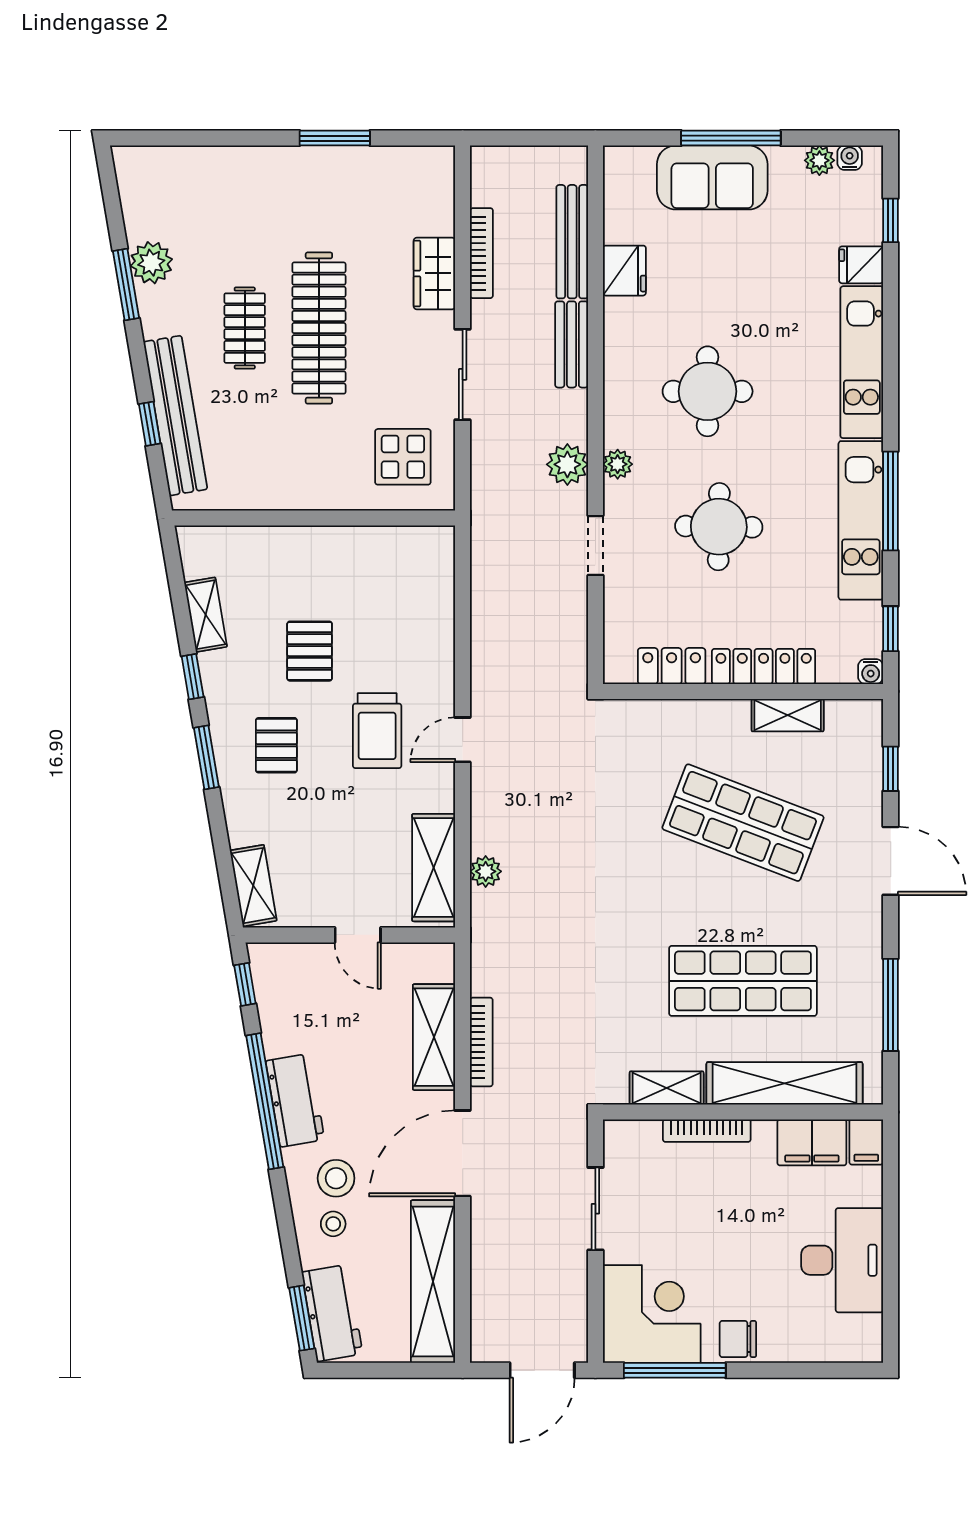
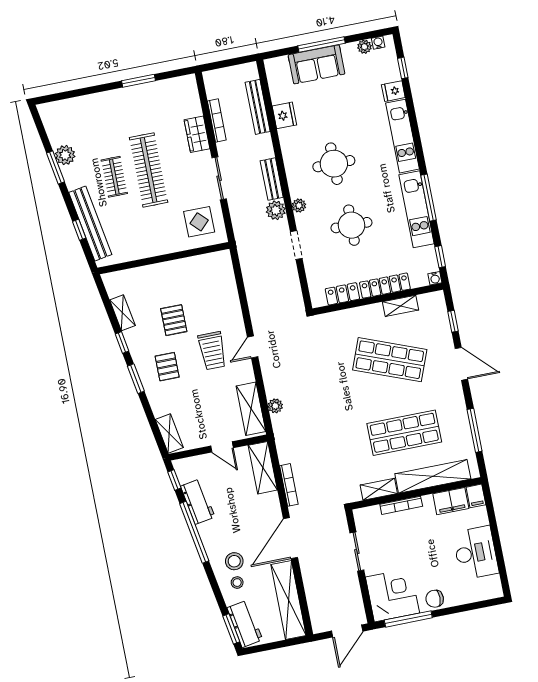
bench: (572, 344) -> (272, 179), moved
shelving: (434, 1037) -> (263, 468), moved
workbench: (295, 1100) -> (198, 502), moved

